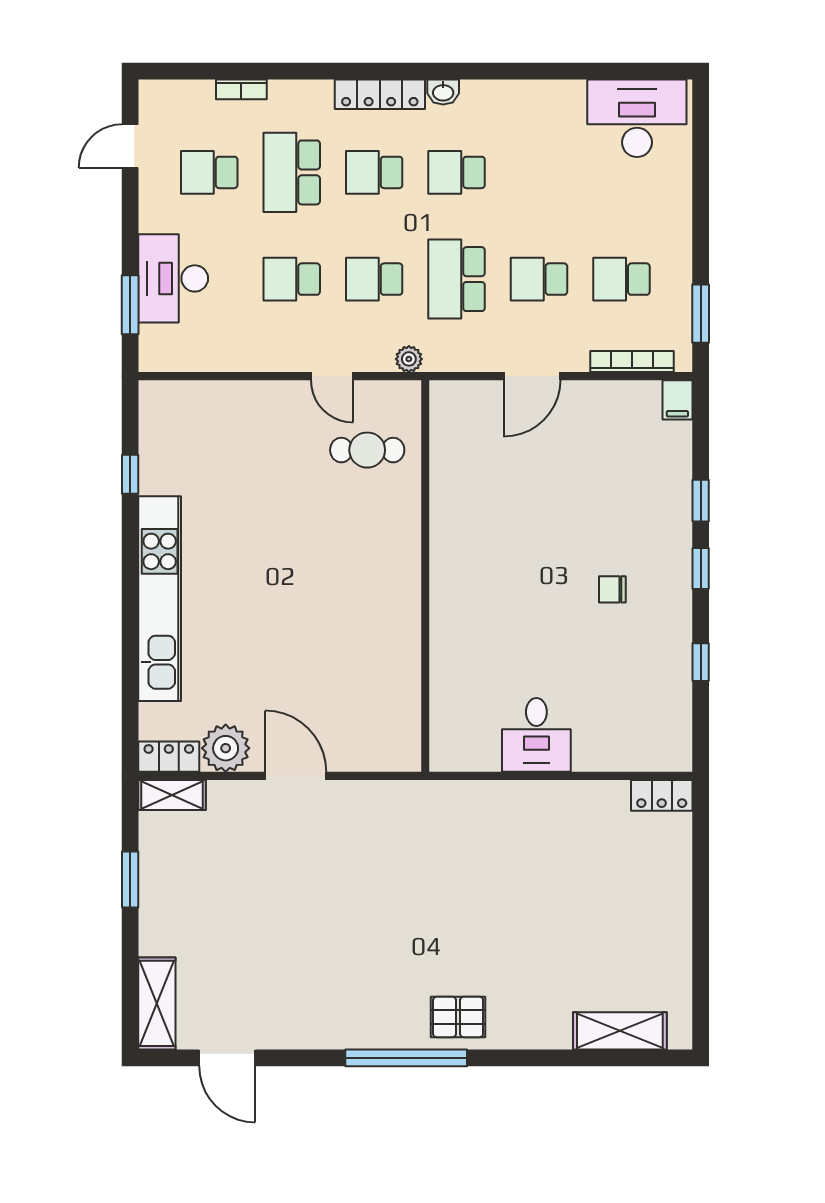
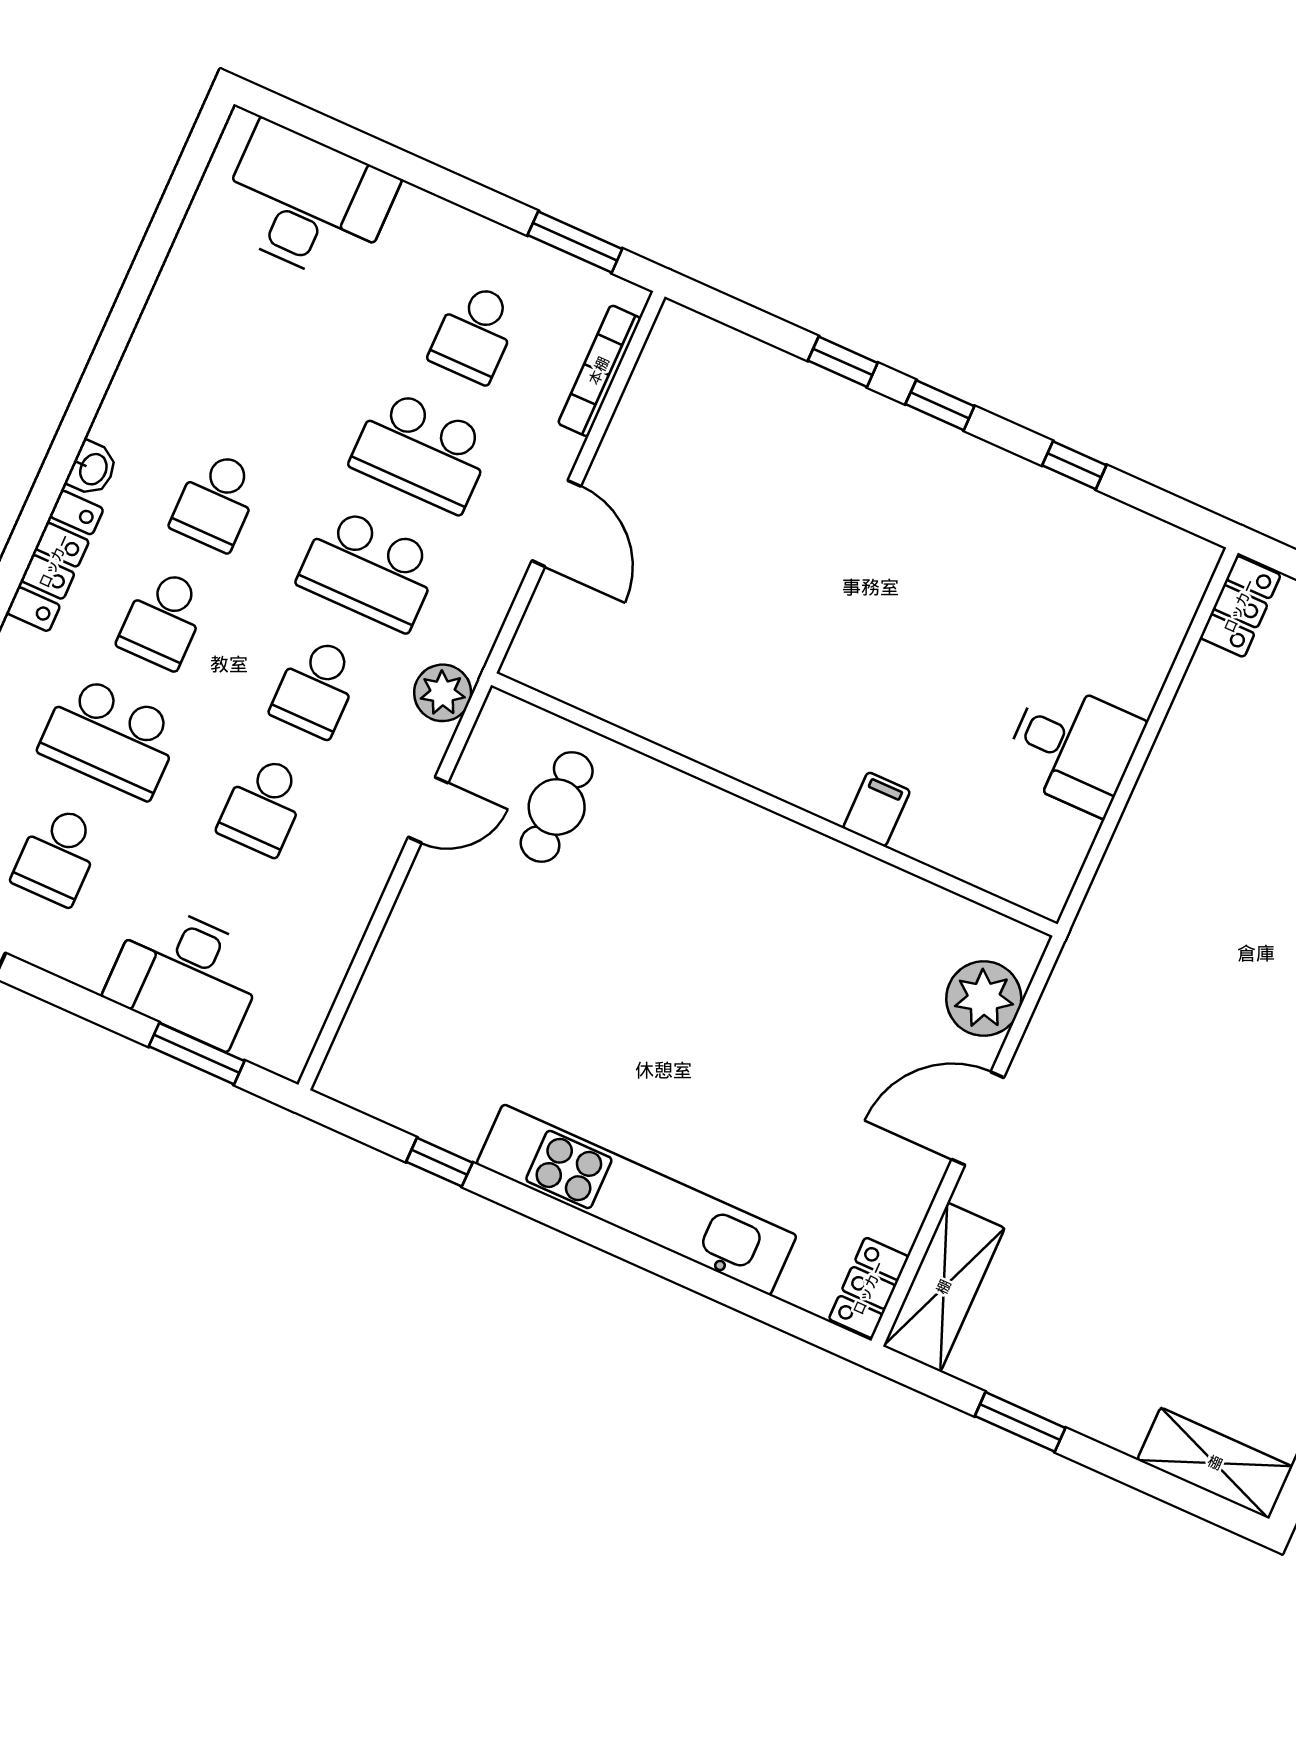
desk: (637, 118) -> (307, 203), moved, turned 90
school desk: (539, 279) -> (422, 451), width x1.85
plant: (409, 359) -> (443, 693), width x1.38, depth x1.38
filing cabinet: (677, 400) -> (877, 809), moved, turned -90
chair: (612, 589) -> (914, 545), removed
plant: (226, 748) -> (984, 999), moved
shelving: (172, 795) -> (944, 1287), width x1.50, depth x1.33

